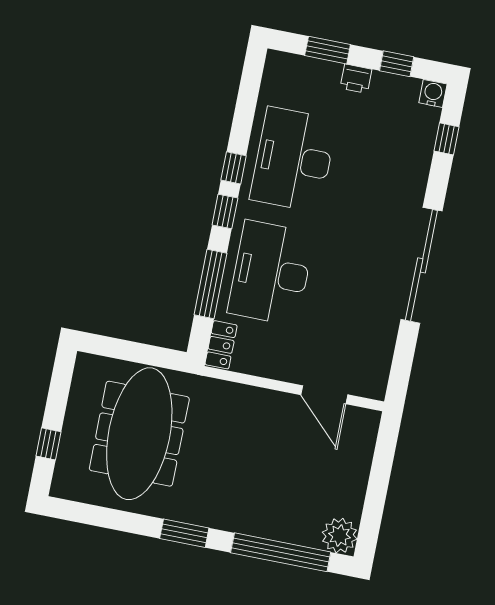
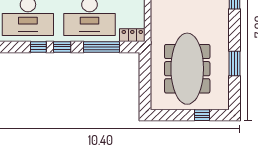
meeting table: (139, 434) -> (187, 69), turned 90
window: (184, 533) -> (235, 63), moved

